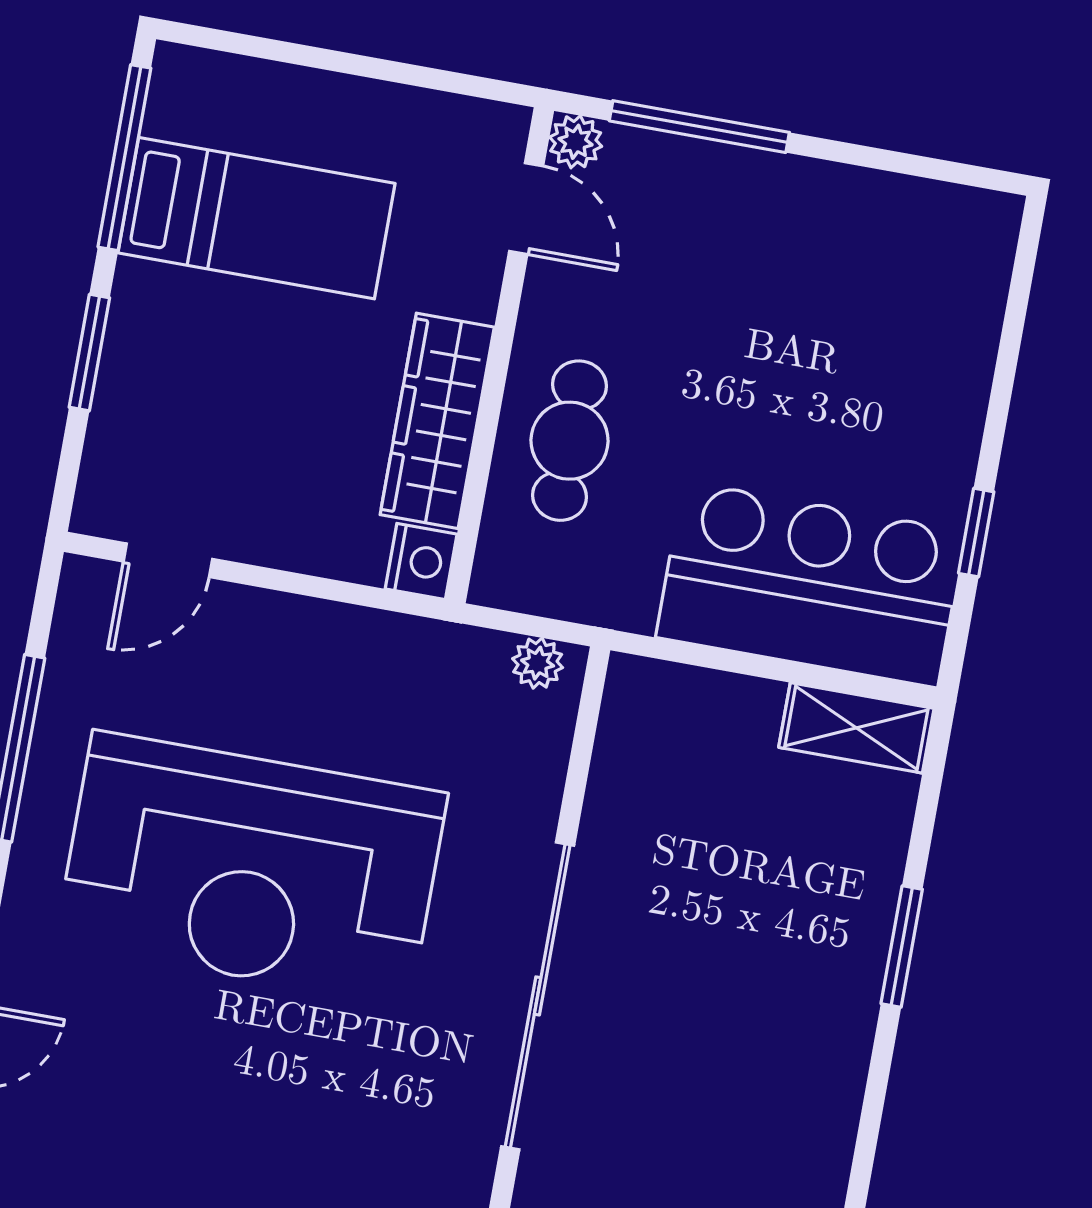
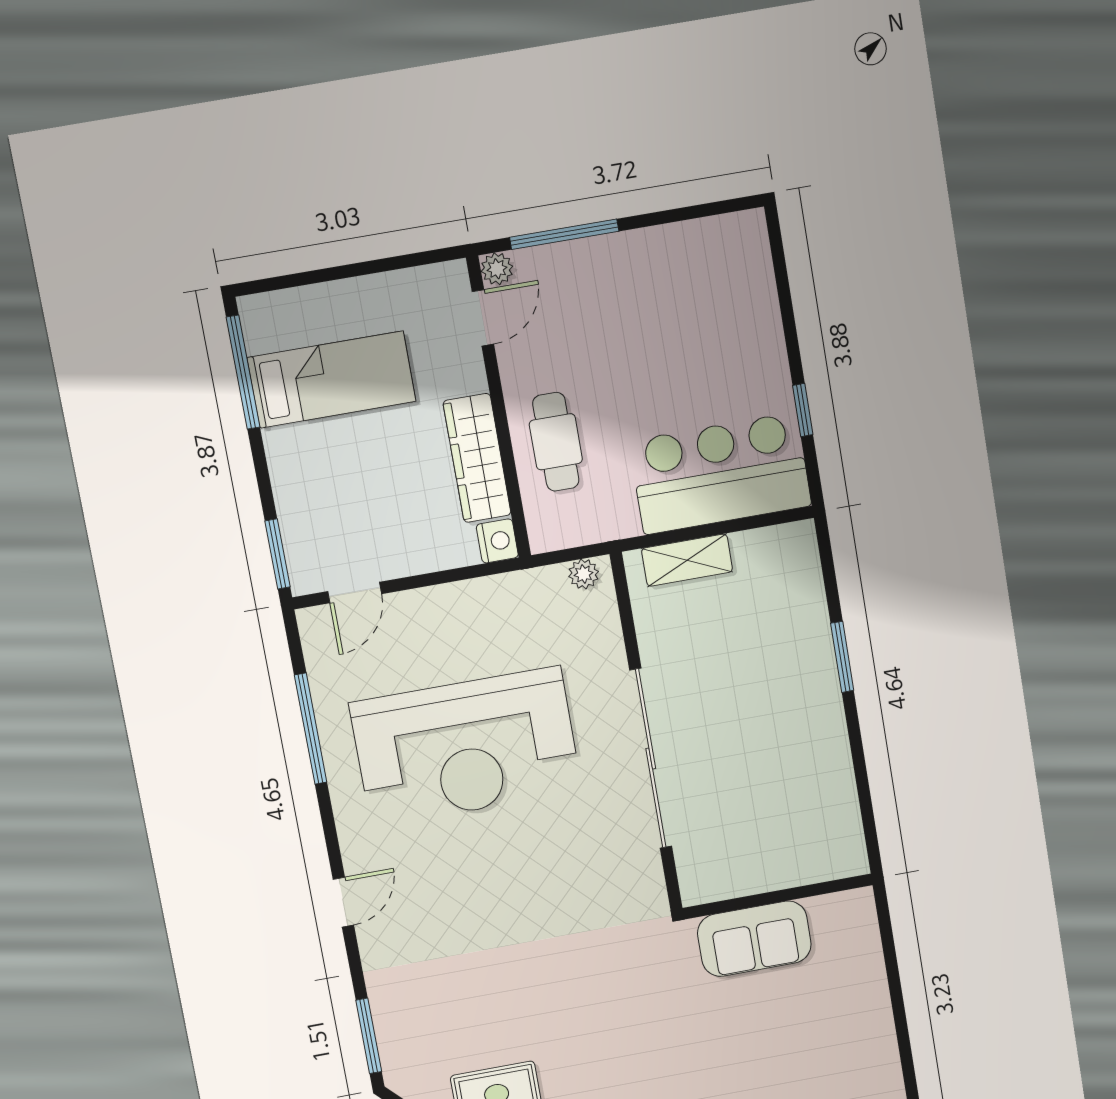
door: (526, 209) -> (483, 318), hinge flipped
window: (89, 353) -> (277, 554), moved
shelving: (856, 728) -> (687, 560), moved

